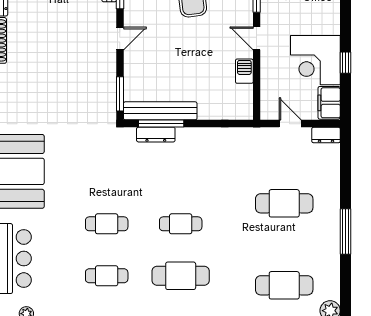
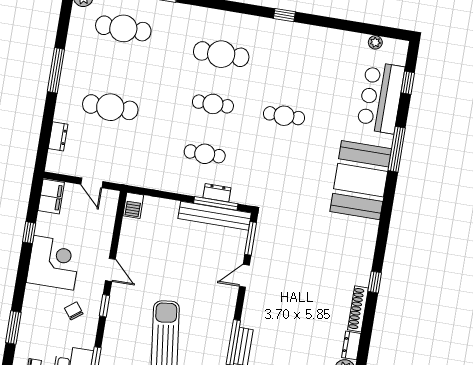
door: (120, 39) -> (244, 276), moved
corner desk: (315, 60) -> (54, 263), moved
barbecue: (244, 71) -> (133, 205), moved
dresser: (156, 135) -> (217, 193), width x0.70
dresser: (326, 135) -> (58, 136), moved, turned 90
cafe table: (107, 276) -> (205, 154), moved

